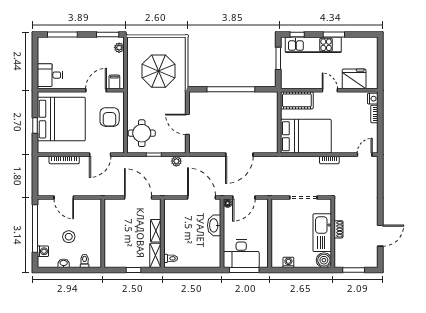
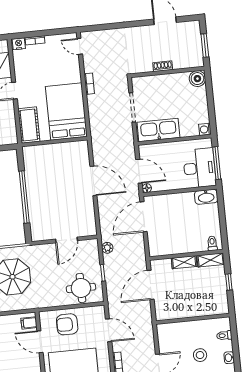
armchair: (110, 117) -> (67, 324), turned 180
washbasin: (214, 225) -> (206, 197), moved
kitchen sink: (322, 233) -> (158, 130), moved, turned 180
washing machine: (288, 262) -> (205, 129), moved

